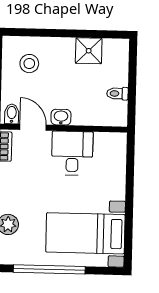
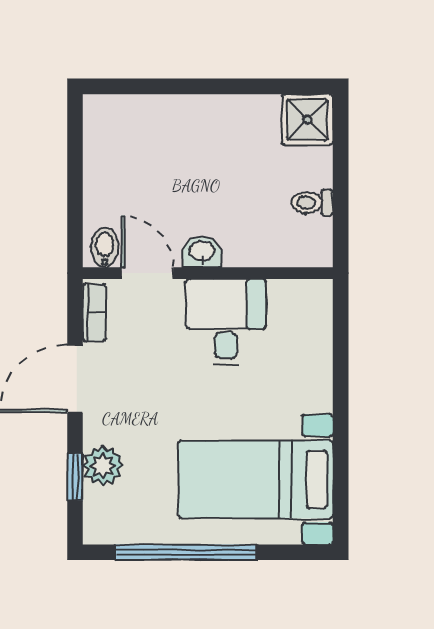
shower: (89, 51) -> (307, 120), moved
stool: (29, 64) -> (137, 148), removed

